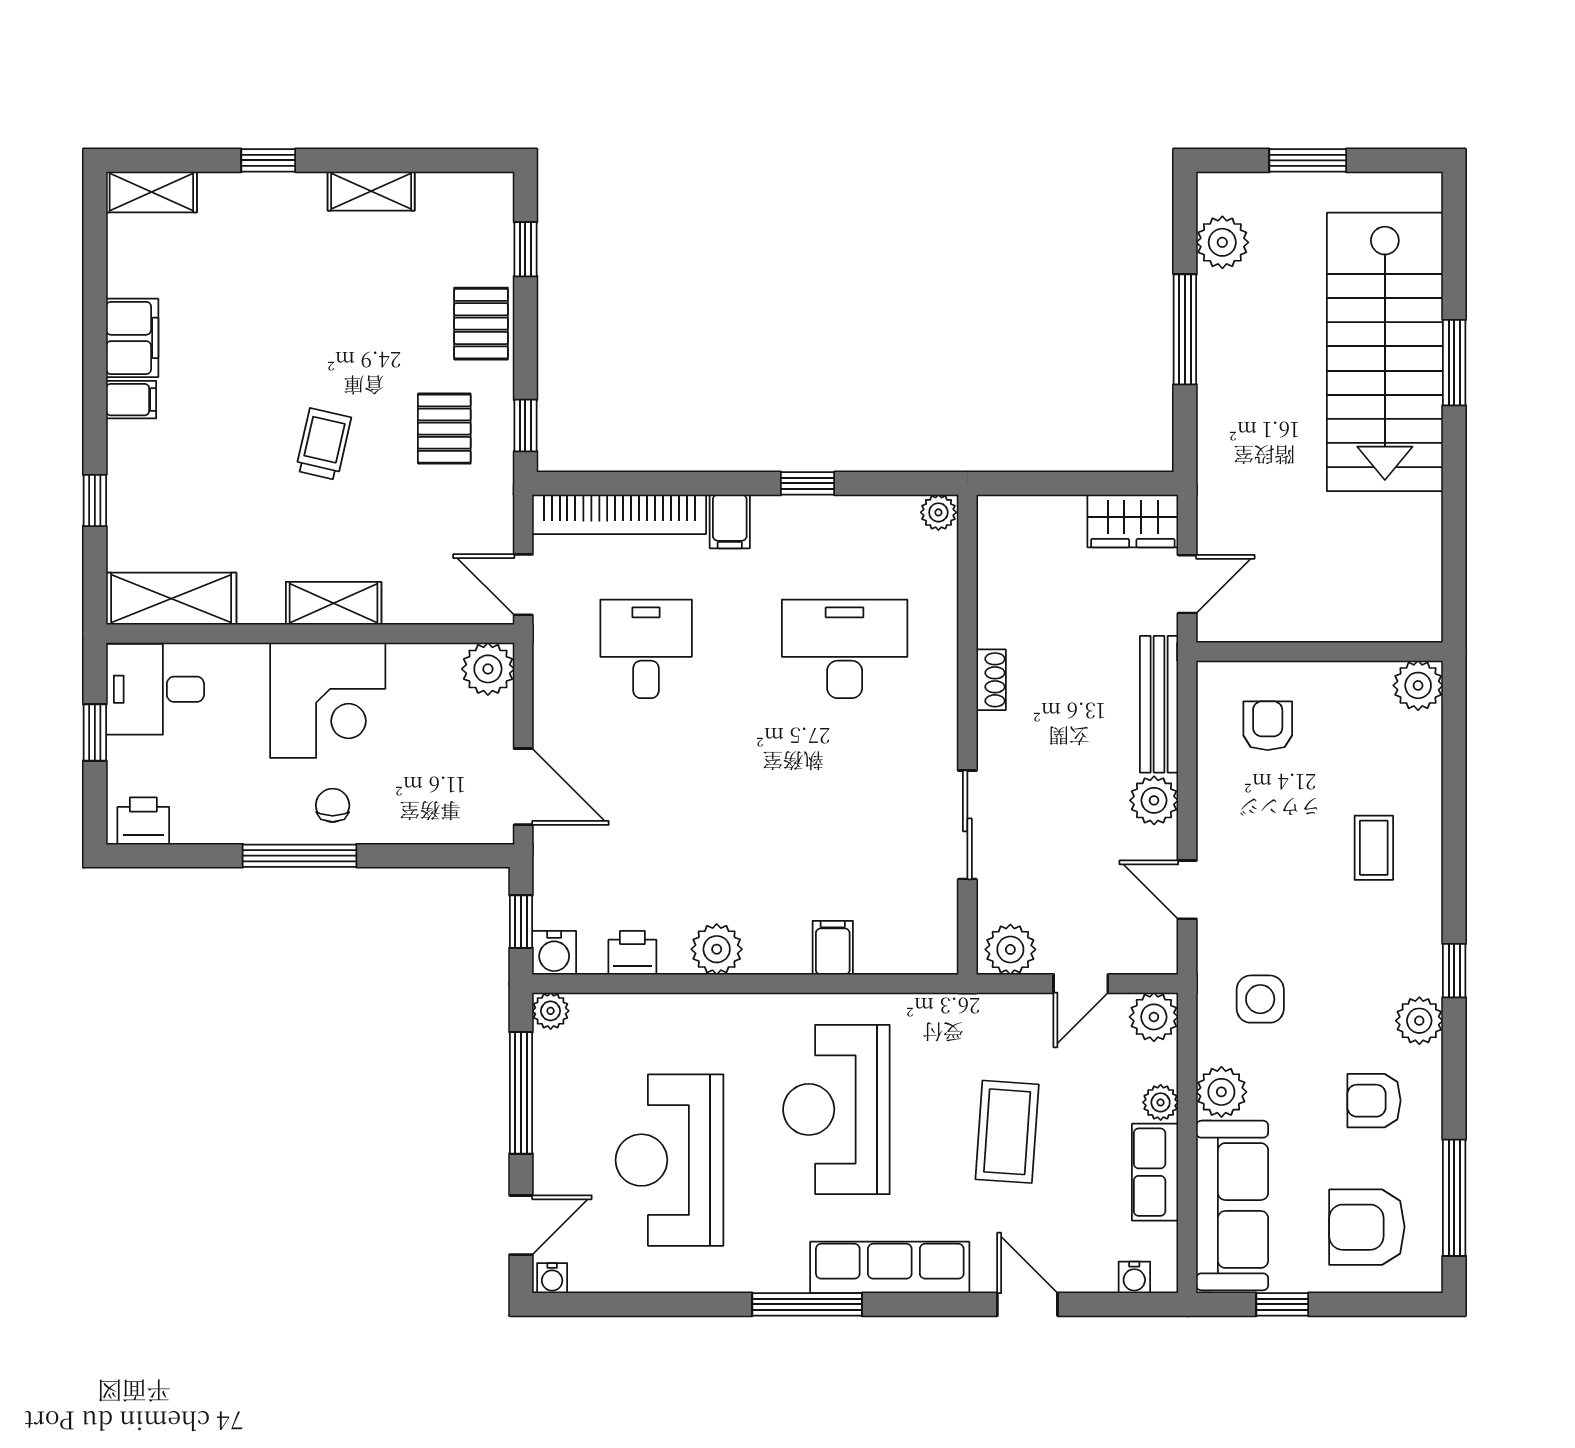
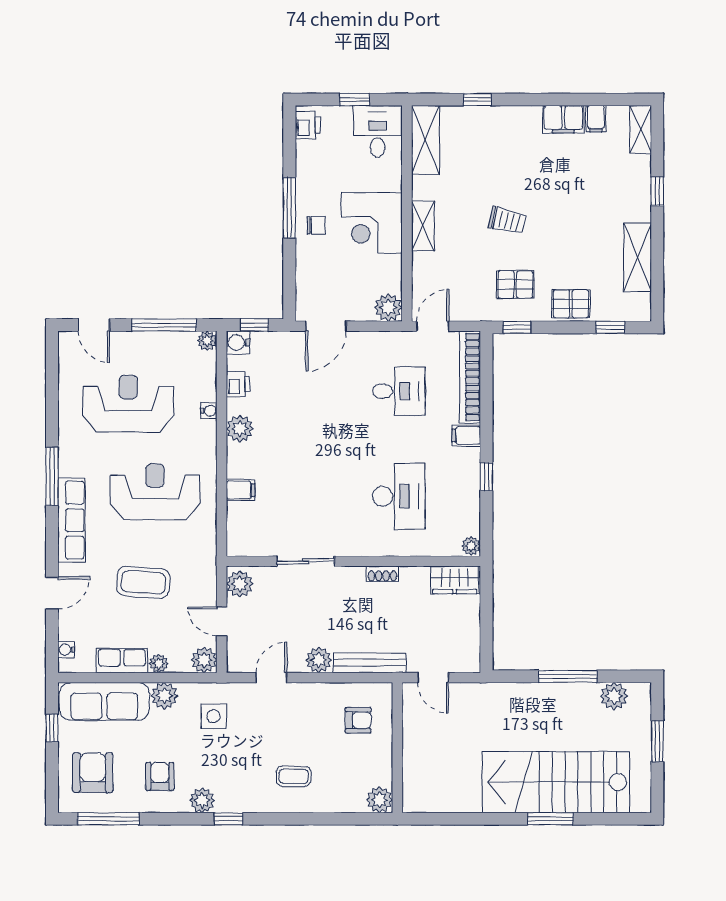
shelving: (371, 191) -> (638, 257), width x1.50, depth x1.33
filing cabinet: (131, 400) -> (596, 119), moved
wardrobe: (1133, 521) -> (455, 580), moved, turned -90
water cooler: (552, 1278) -> (209, 411), moved, turned 180

